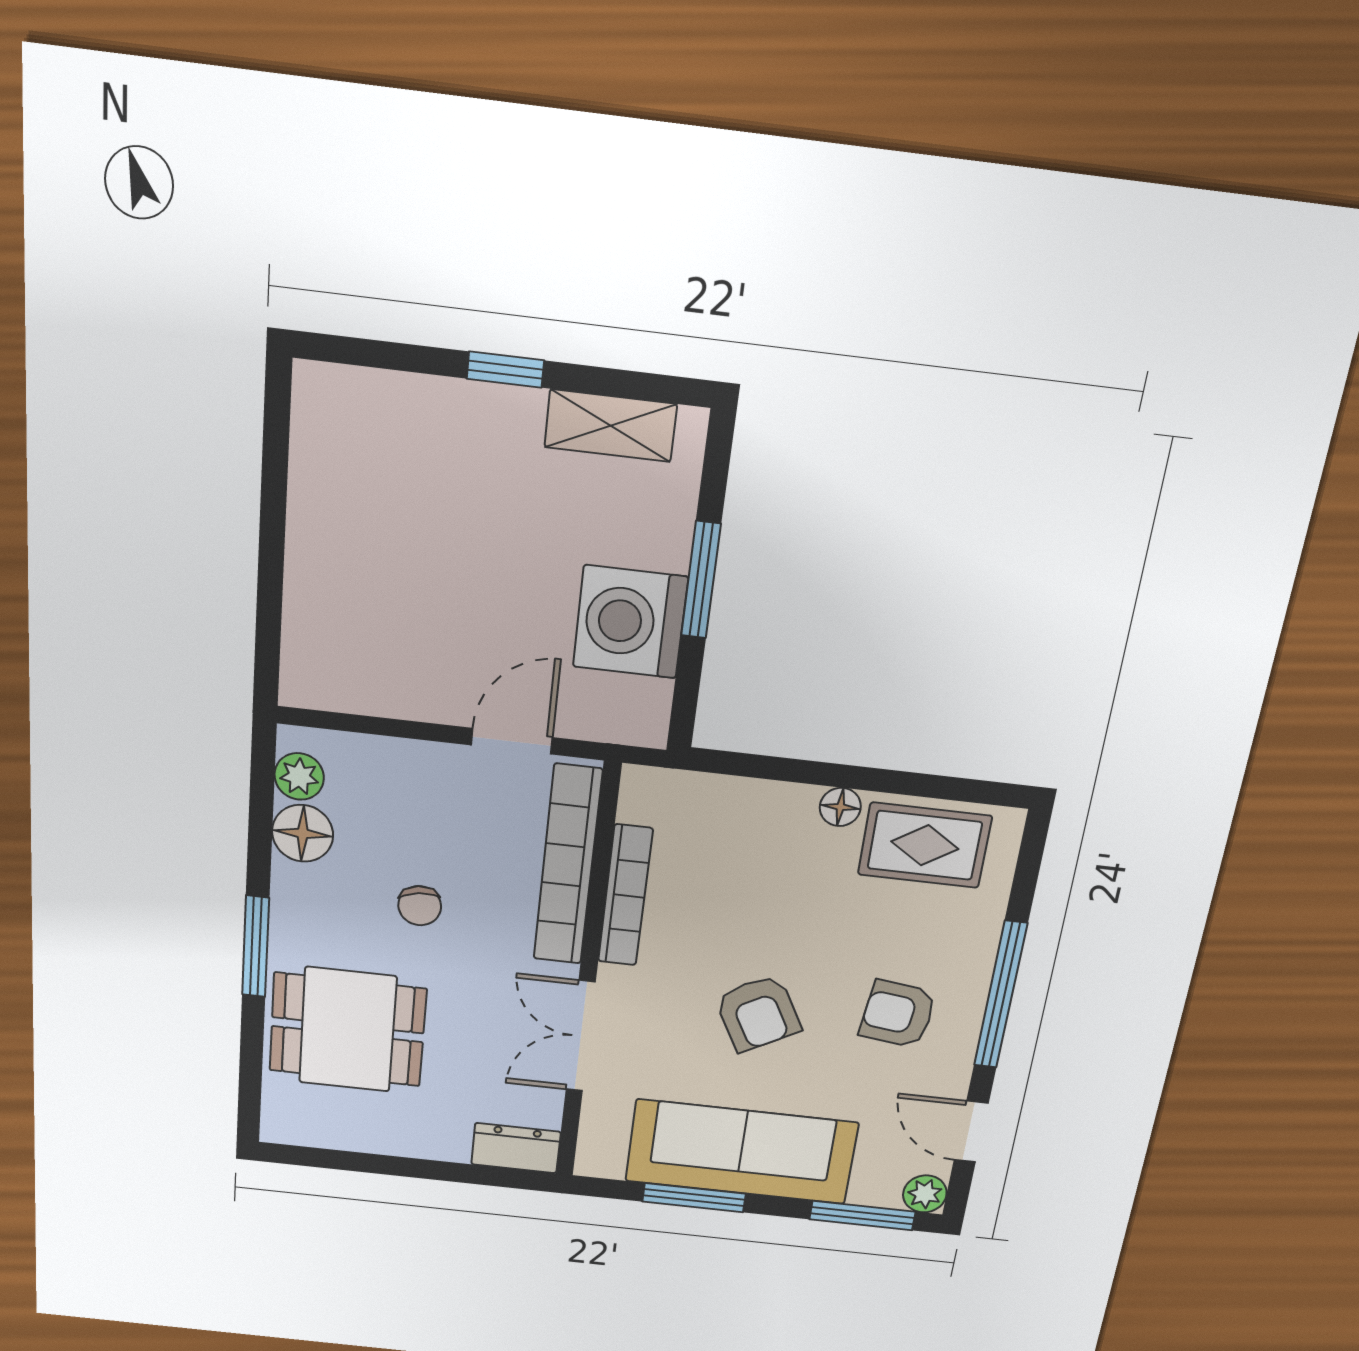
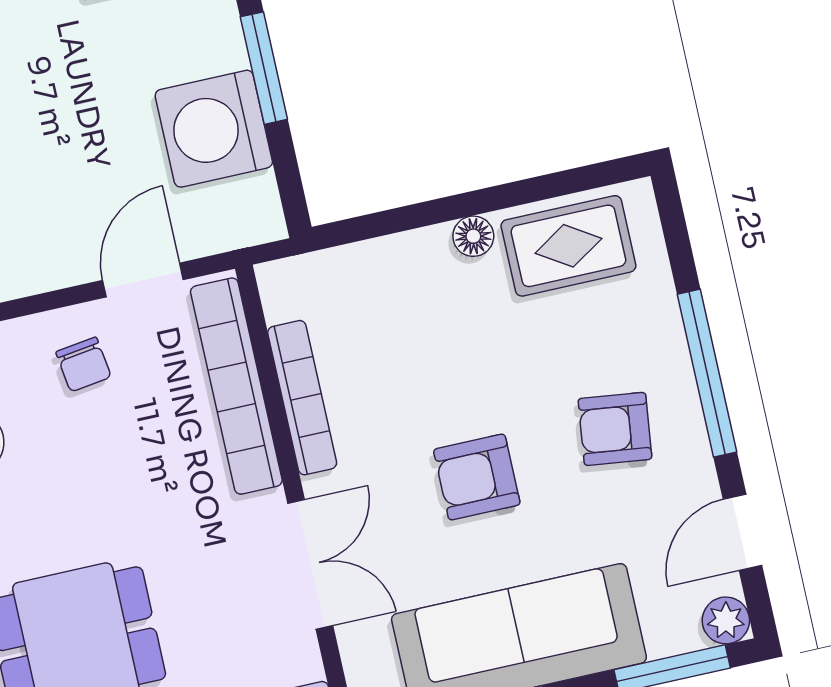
chair: (420, 906) -> (84, 364), moved
armchair: (758, 1013) -> (477, 477), turned 119
double door: (581, 1036) -> (310, 564), swing flipped
door: (971, 1132) -> (743, 532), hinge flipped

